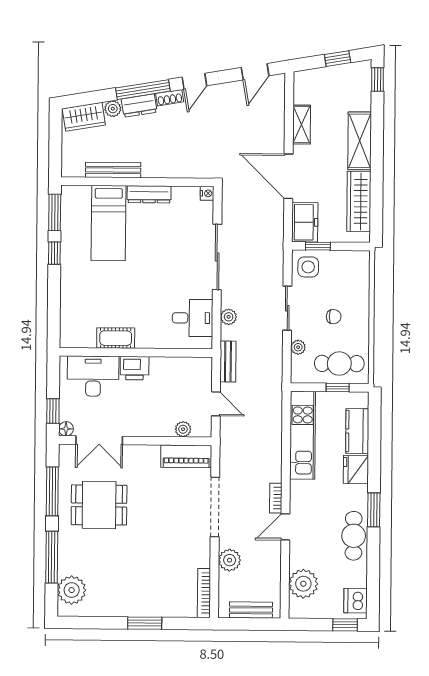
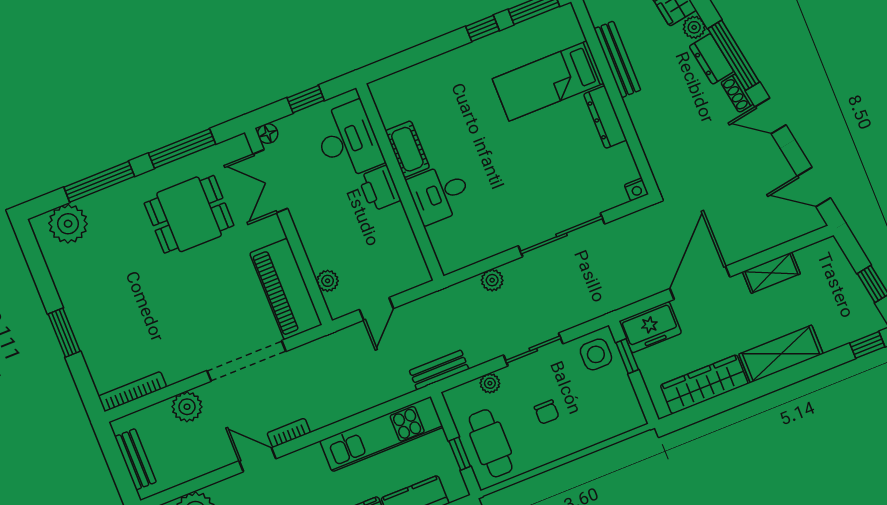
desk: (193, 318) -> (439, 193), moved, turned 90
bench: (228, 362) -> (439, 370), moved
window: (53, 411) -> (306, 99), moved
piano: (186, 456) -> (286, 289), width x1.37, depth x1.33
dining table: (99, 505) -> (189, 214), turned 90

